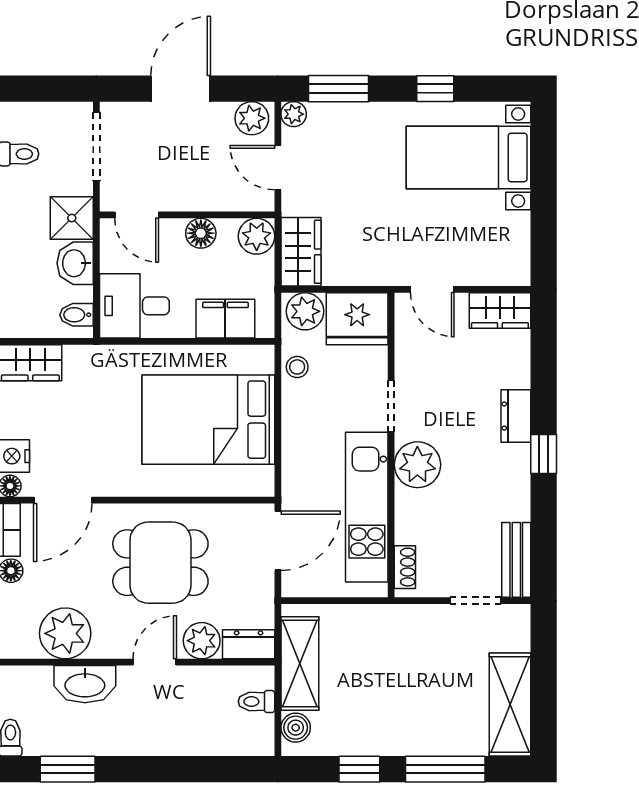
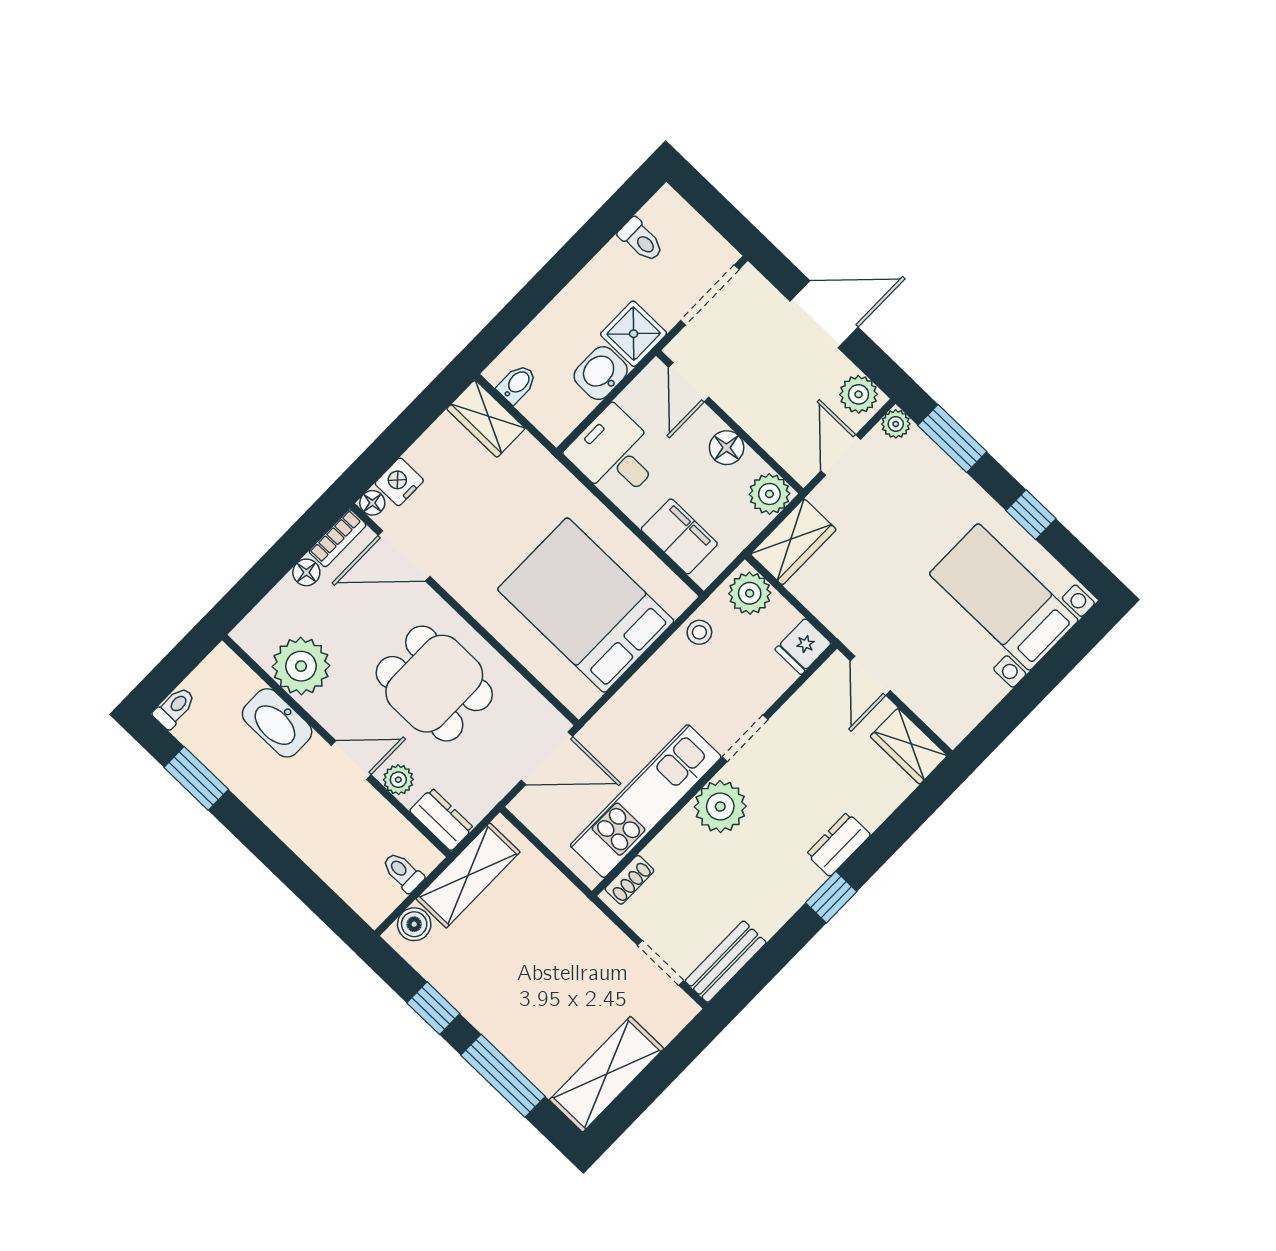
bidet: (76, 315) -> (517, 384), moved, turned 90
fridge: (357, 319) -> (803, 646), width x0.53, depth x0.75
plant: (202, 641) -> (398, 780), width x0.73, depth x0.73

